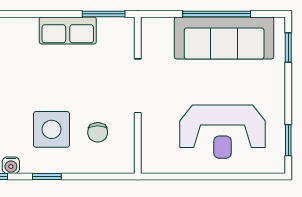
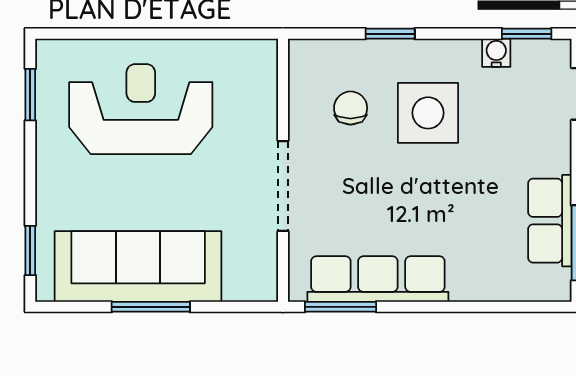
window: (217, 14) -> (151, 307), width x0.69
row of seats: (68, 30) -> (378, 279), width x1.48
window: (47, 177) -> (390, 34), moved

